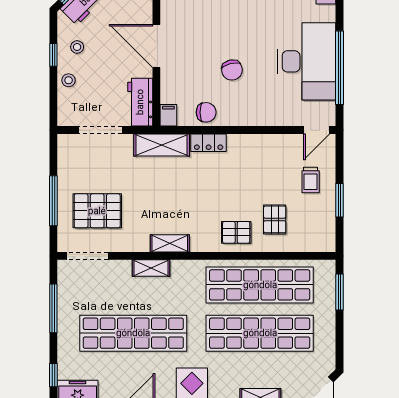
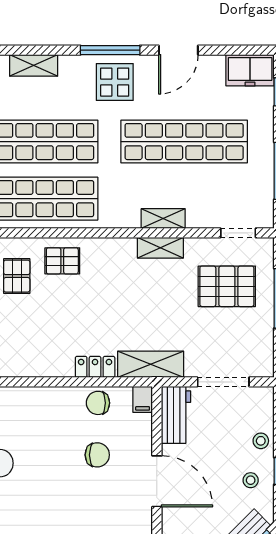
chair: (232, 70) -> (97, 455), moved, turned 104
shelving: (170, 243) -> (160, 248), moved
doorway: (88, 256) -> (238, 233), width x0.73

